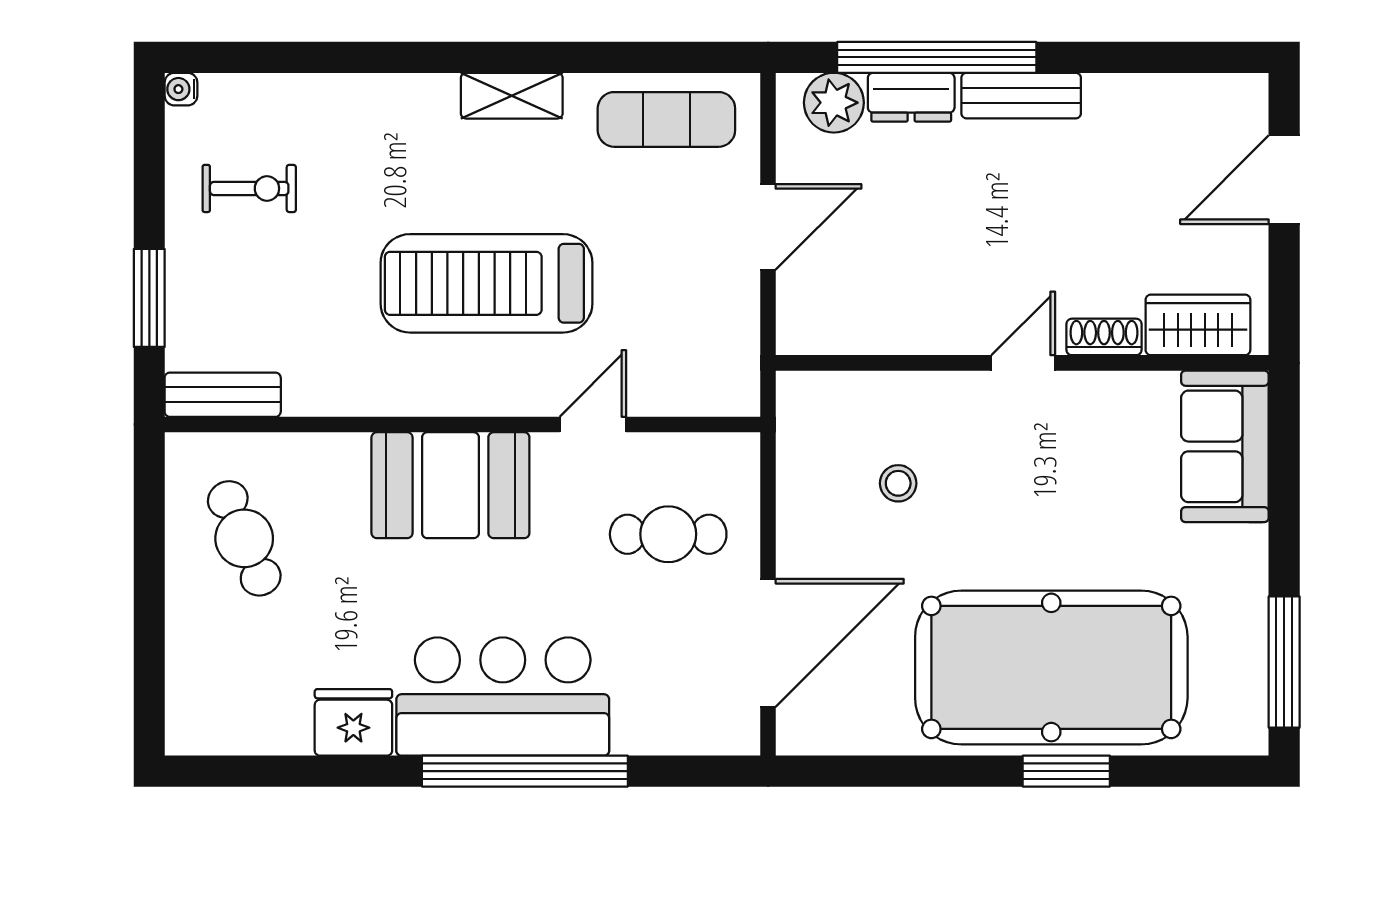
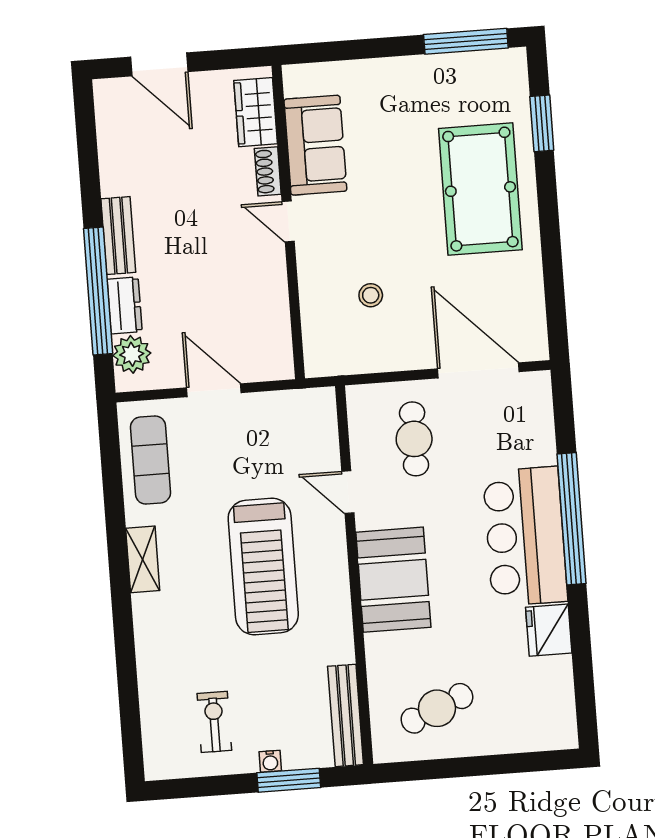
water cooler: (181, 89) -> (270, 761), moved
bench: (223, 395) -> (346, 715), width x1.36
sofa: (1225, 446) -> (315, 145), moved, turned -90
pool table: (1051, 667) -> (480, 189), width x0.73, depth x0.76
window: (1066, 771) -> (542, 123), moved

